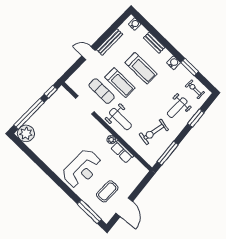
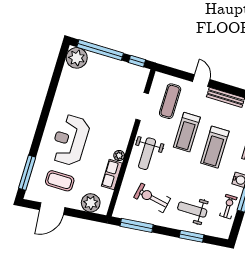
exercise bike: (195, 89) -> (228, 207), moved
exercise mat: (102, 91) -> (170, 101), moved
reception desk: (82, 169) -> (70, 140), turned 90
plant: (135, 178) -> (91, 203), added

